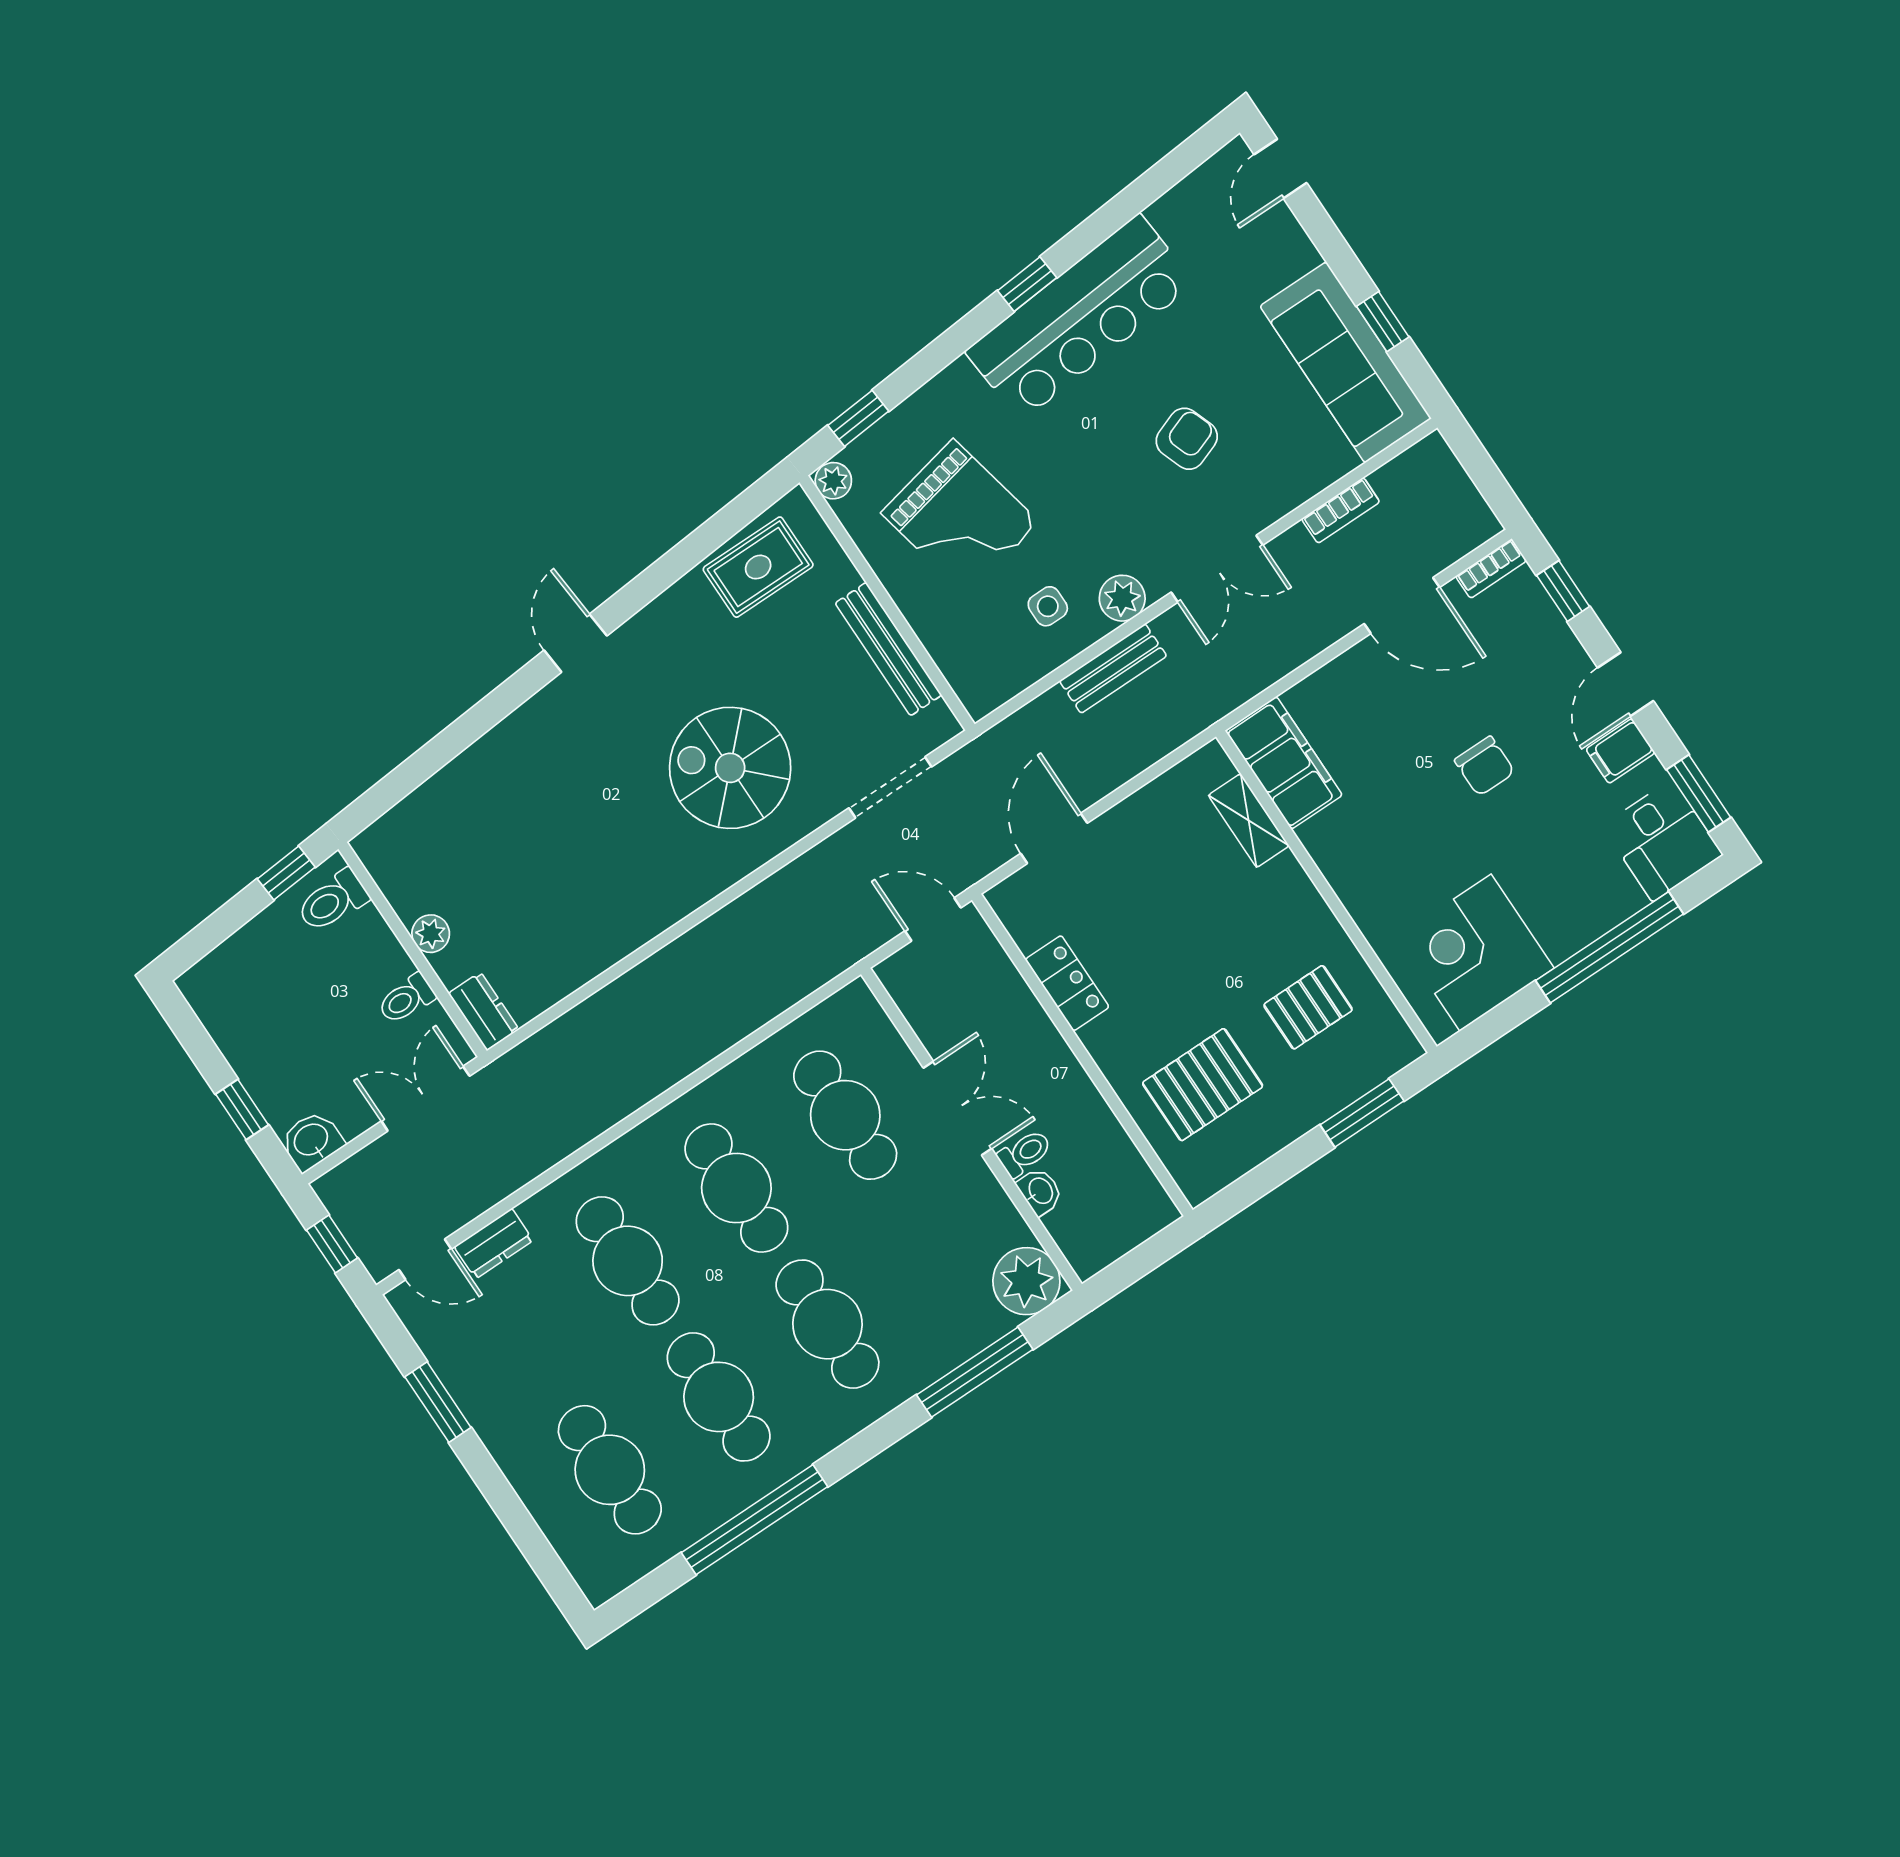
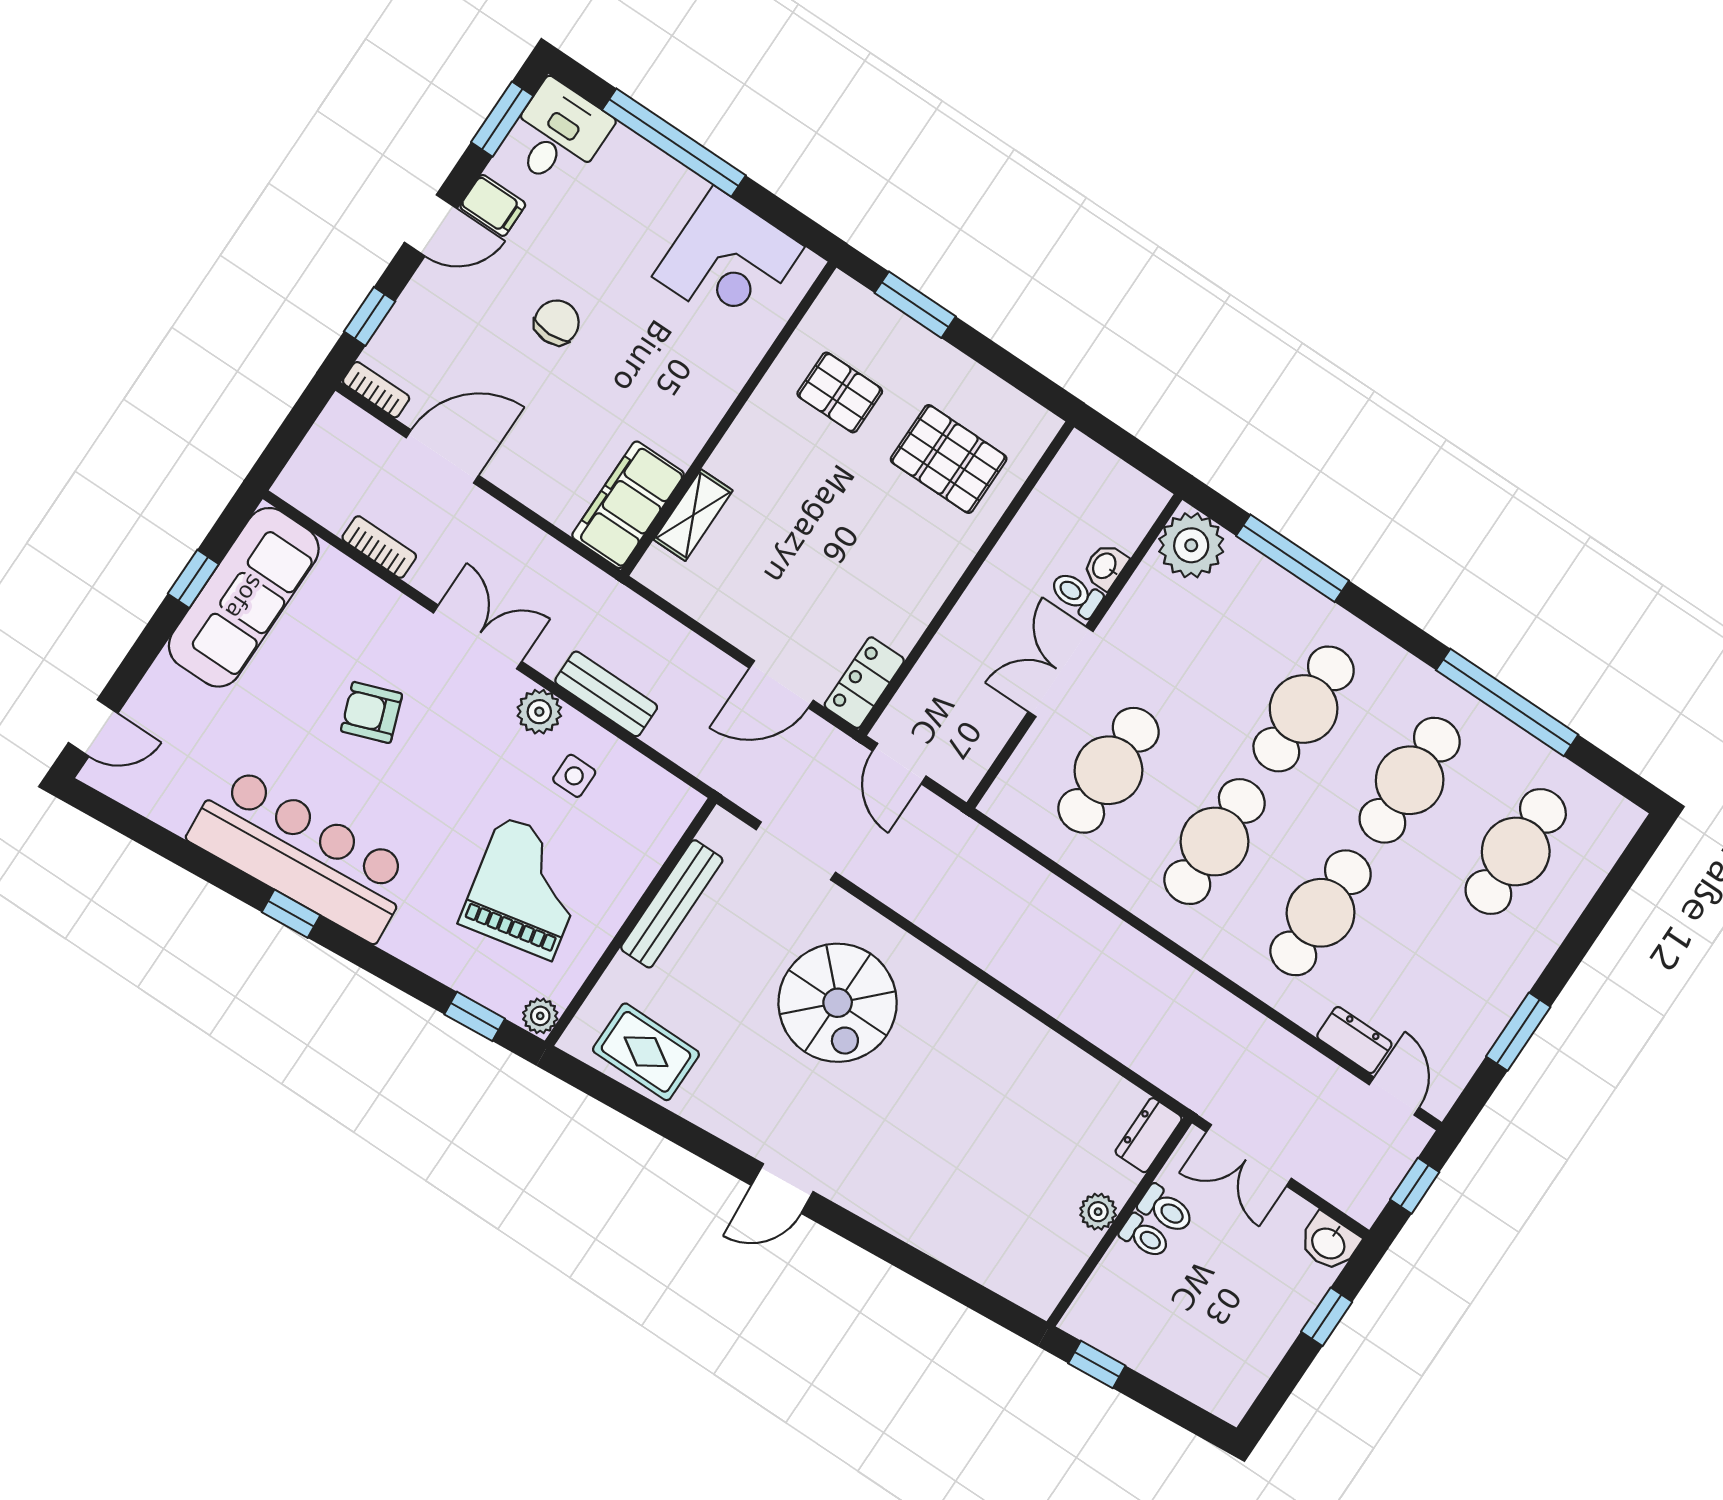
door: (1402, 605) -> (442, 457), hinge flipped
toilet: (333, 901) -> (1145, 1236), moved, width x0.73, depth x0.72
locker: (1067, 983) -> (864, 683), moved

